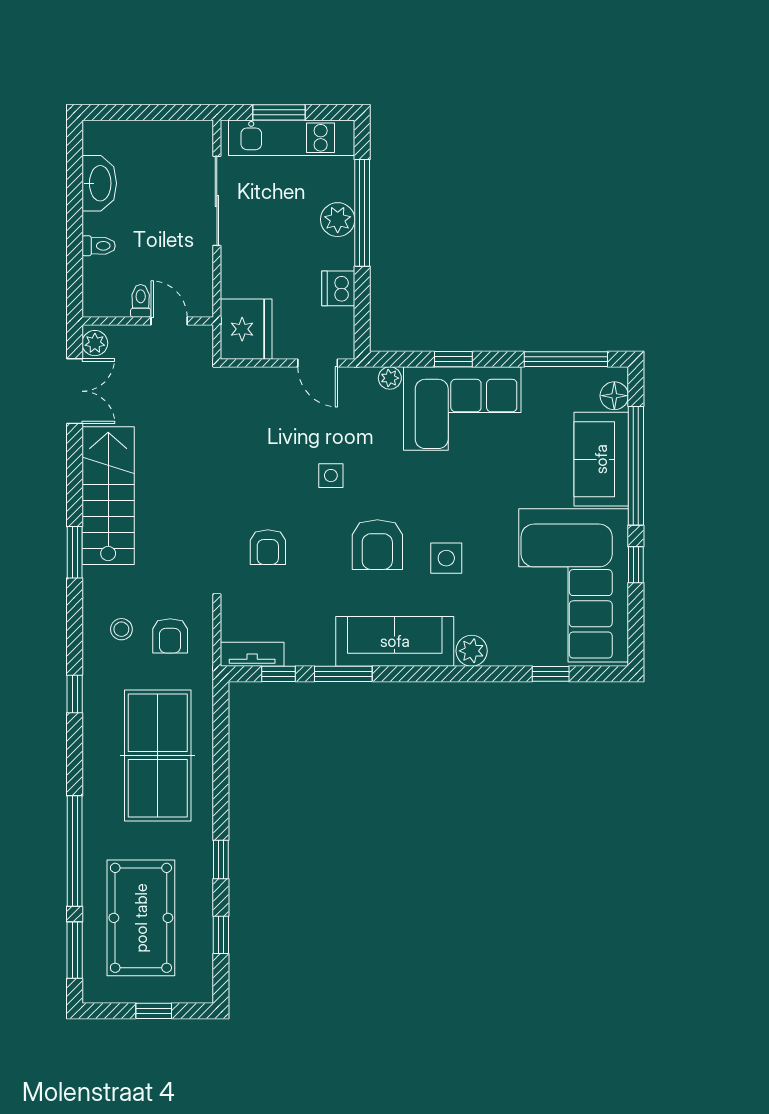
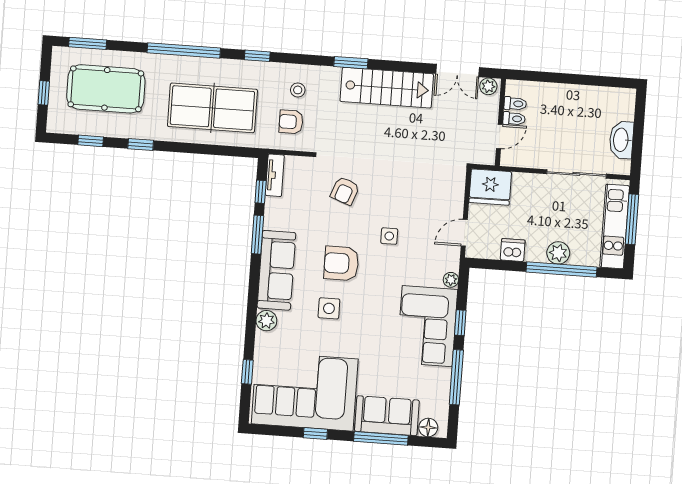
window: (279, 112) -> (632, 219), width x1.44
washbasin: (99, 183) -> (621, 140), moved, turned 90
toilet: (99, 246) -> (515, 104), moved, turned -90
window: (566, 359) -> (456, 377), moved
window: (636, 466) -> (381, 438), width x0.68
armchair: (268, 547) -> (345, 191), turned -70
window: (75, 851) -> (184, 50), moved

